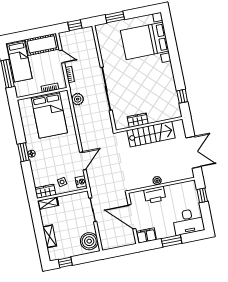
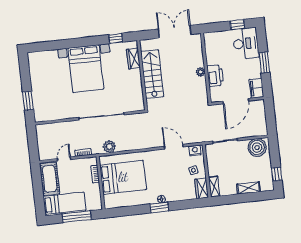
window: (75, 25) -> (33, 143), removed
bed with nightstands: (145, 41) -> (86, 69), moved
wardrobe: (138, 120) -> (133, 59), moved
window: (202, 195) -> (237, 25), moved

